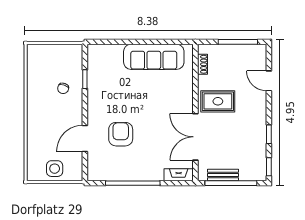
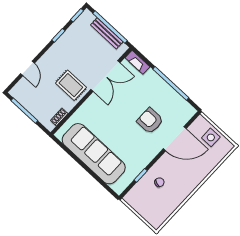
sofa: (154, 57) -> (94, 154), width x1.36, depth x1.27
armchair: (121, 134) -> (150, 121), turned 90
door: (85, 138) -> (175, 139), width x1.36
bench: (223, 175) -> (107, 33), width x1.36

